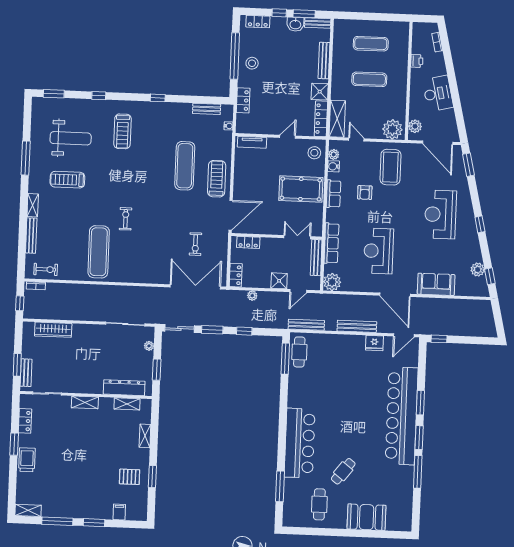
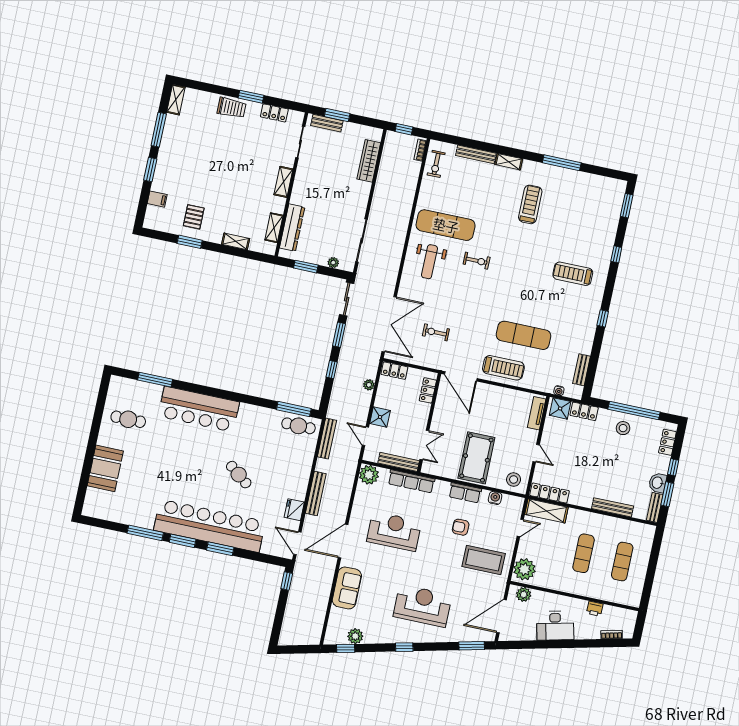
shower: (320, 92) -> (560, 408), moved
weight bench: (71, 138) -> (429, 262), moved, width x0.73, depth x0.75
plant: (334, 154) -> (508, 500), removed
cafe table: (343, 471) -> (239, 475), moved

